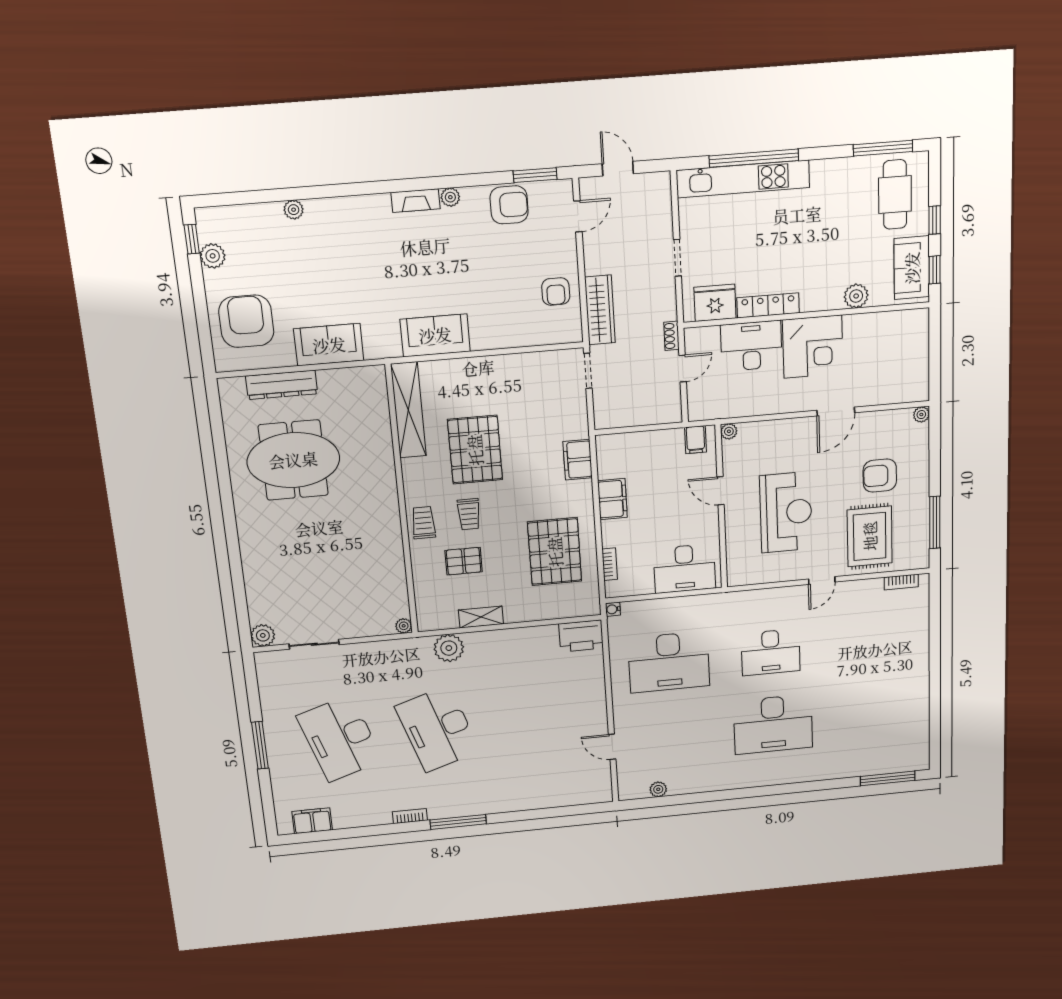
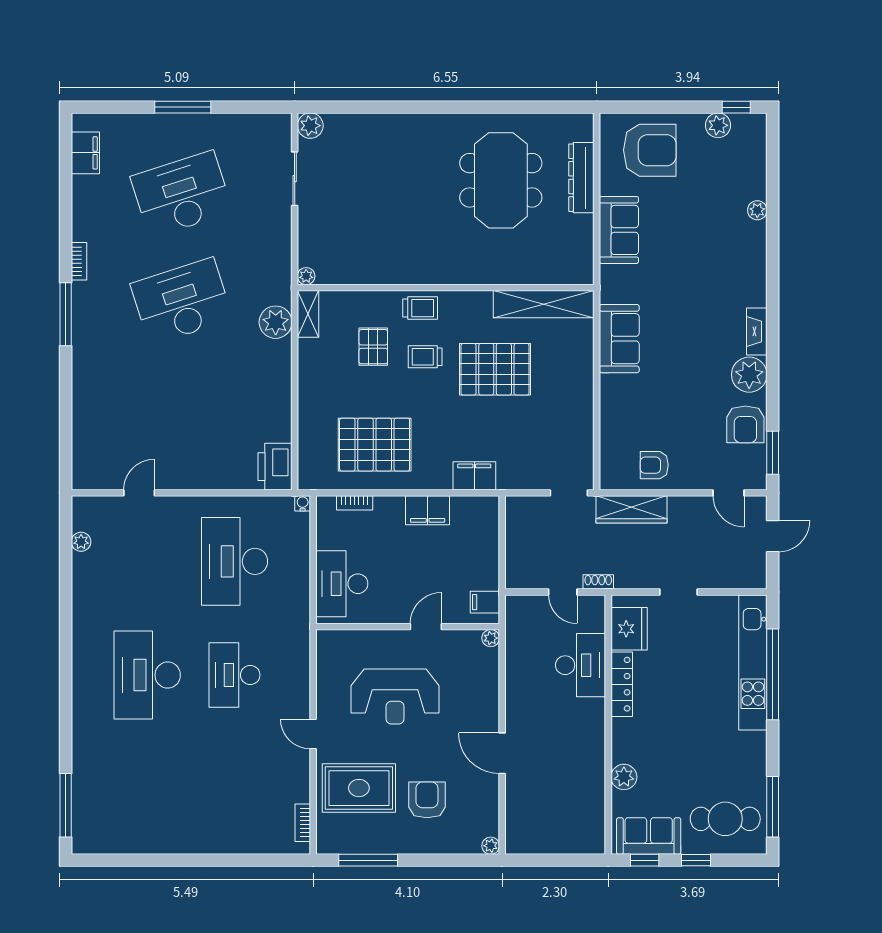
plant: (450, 197) -> (749, 375), width x1.87, depth x1.87
corner desk: (813, 347) -> (574, 730), removed
shelving: (481, 617) -> (308, 314), moved

